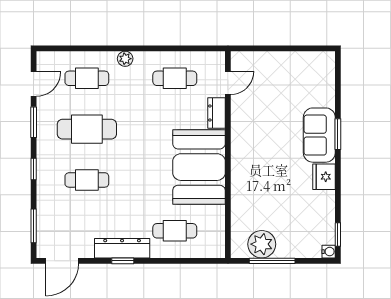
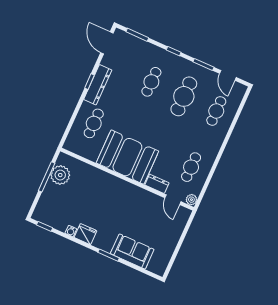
plant: (125, 59) -> (191, 200), moved
sofa: (319, 135) -> (132, 252), moved
water cooler: (329, 252) -> (71, 231), moved

